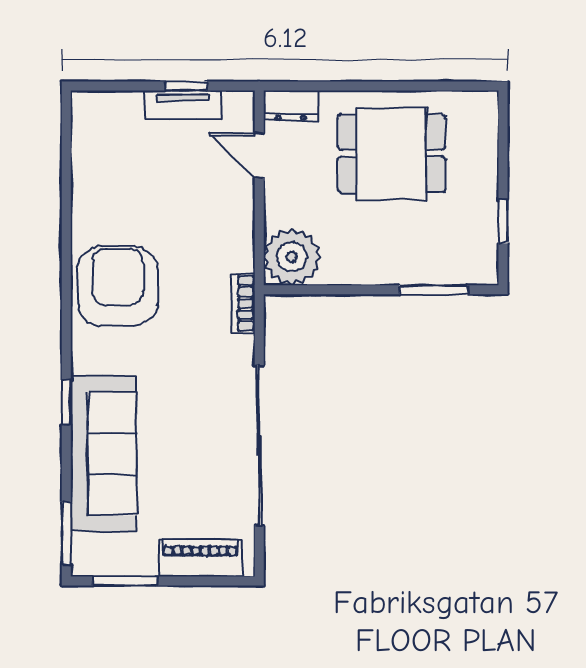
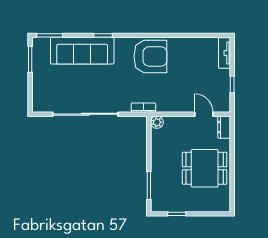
tv unit: (183, 105) -> (224, 53), moved
dining table: (391, 153) -> (205, 168), turned 90
door: (259, 155) -> (204, 114), hinge flipped
plant: (292, 257) -> (157, 122), width x0.53, depth x0.53
piano: (200, 558) -> (39, 90), removed

